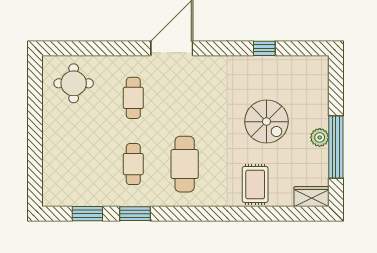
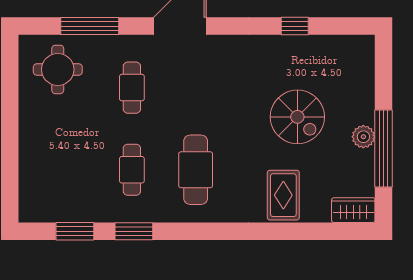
window: (99, 48) -> (90, 26), added

